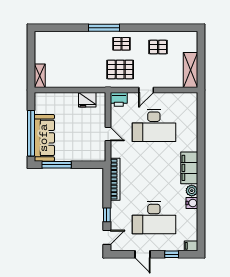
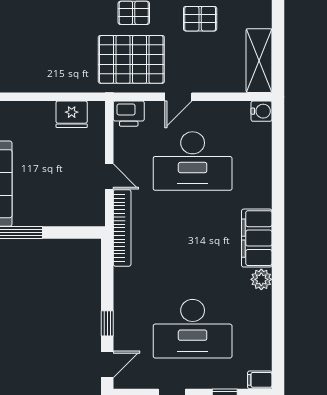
pallet: (120, 69) -> (131, 59), width x1.37, depth x1.41
bookcase: (115, 179) -> (122, 228), moved
water cooler: (192, 203) -> (261, 111), moved

